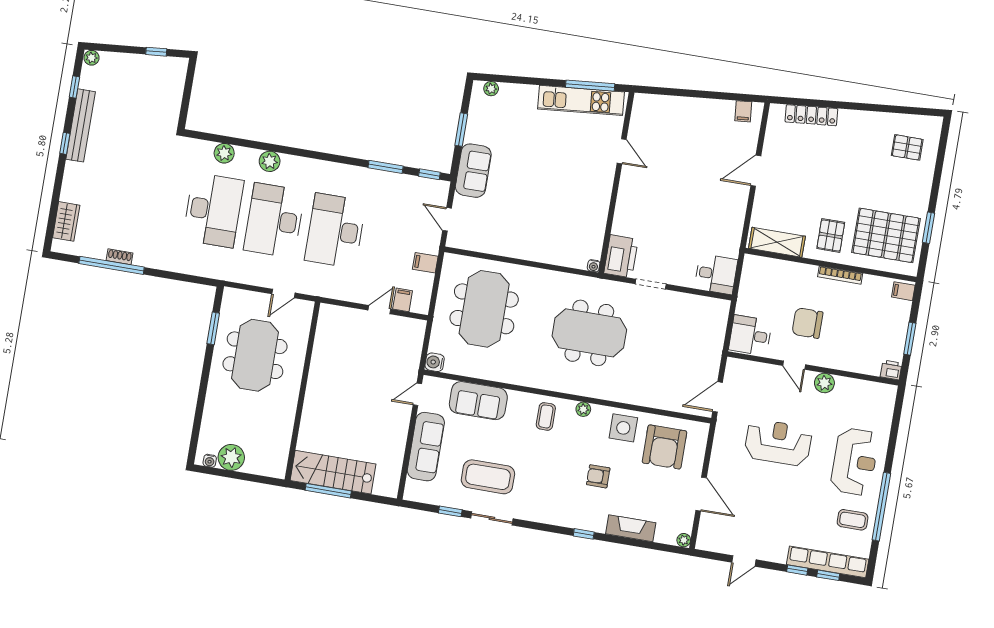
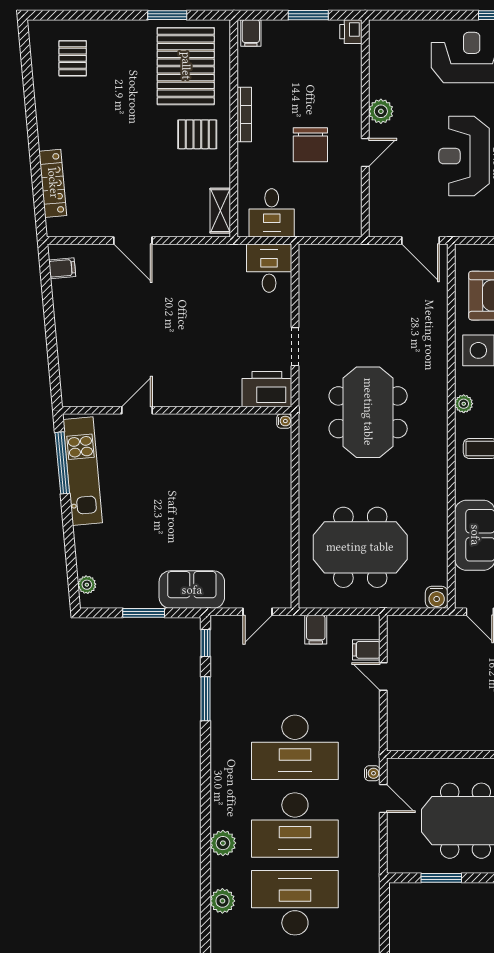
shelving: (777, 242) -> (220, 211), width x0.67, depth x0.75
water cooler: (305, 288) -> (372, 773), added
desk: (750, 335) -> (272, 213), moved

